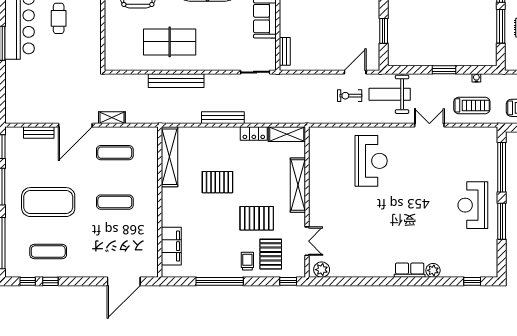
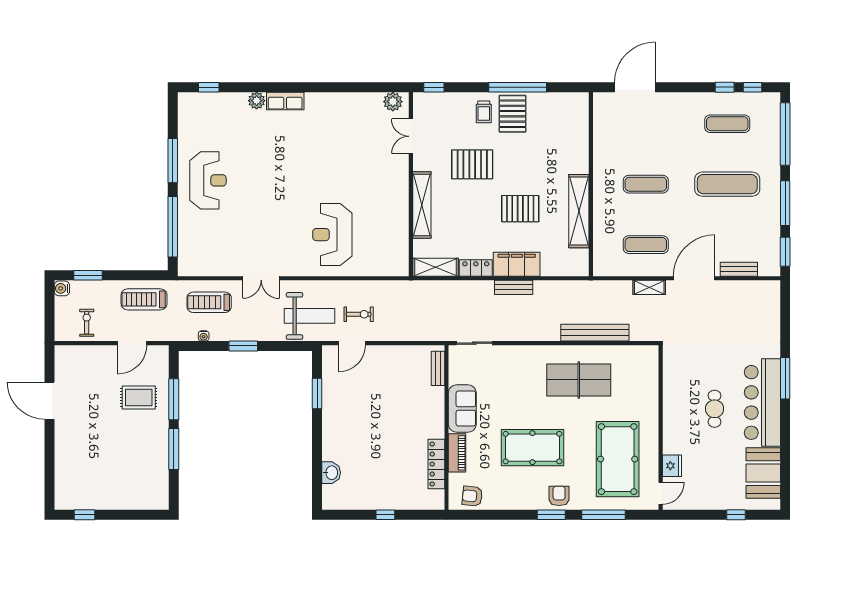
bench: (176, 81) -> (595, 333), moved
bench: (223, 118) -> (514, 287), width x0.73
shelving: (170, 157) -> (579, 211), moved
exercise mat: (48, 202) -> (727, 184), width x0.68
filing cabinet: (171, 246) -> (517, 264), moved, turned 90
pallet: (271, 254) -> (513, 114), moved

